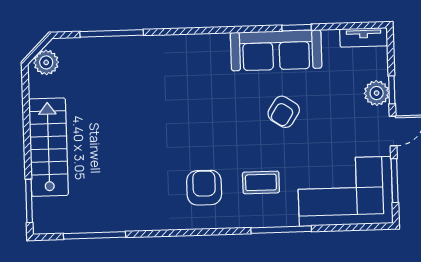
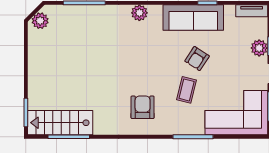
plant: (195, 46) -> (139, 13), added
stairs: (48, 147) -> (60, 123), moved, turned -90
coffee table: (261, 182) -> (187, 90), moved, turned -76

